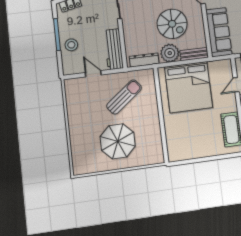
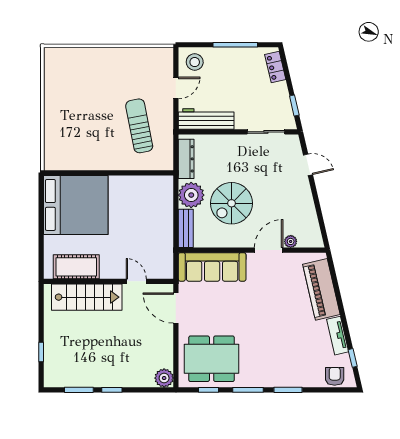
stool: (71, 45) -> (195, 62), moved
bed: (189, 87) -> (76, 205), moved, turned 180
sun lounger: (124, 97) -> (139, 126), turned -153
parasol: (118, 141) -> (81, 111), removed

